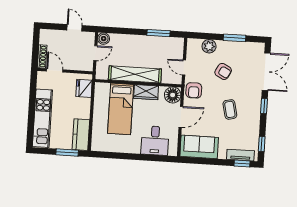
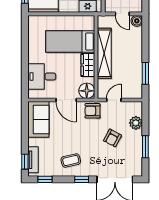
coffee table: (230, 109) -> (71, 160), moved

